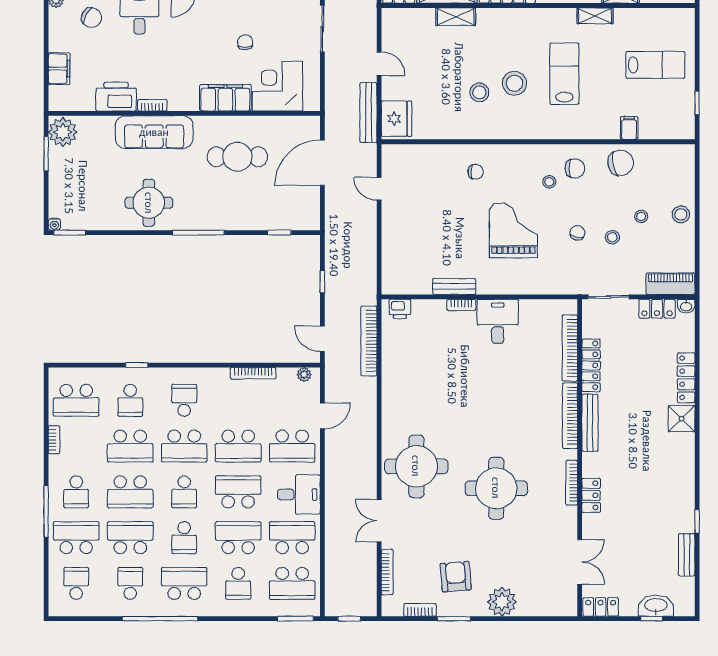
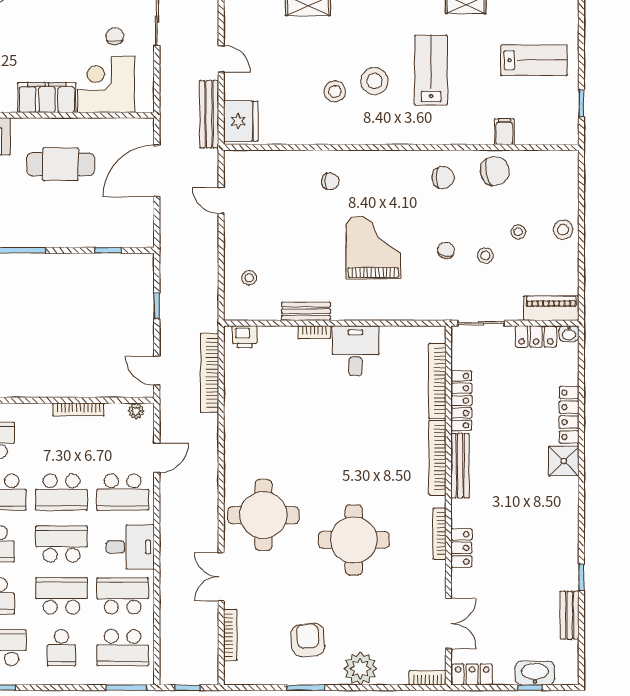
chair: (245, 42) -> (115, 36), moved
stool: (549, 182) -> (249, 278), moved
bookcase: (420, 610) -> (428, 678), moved

